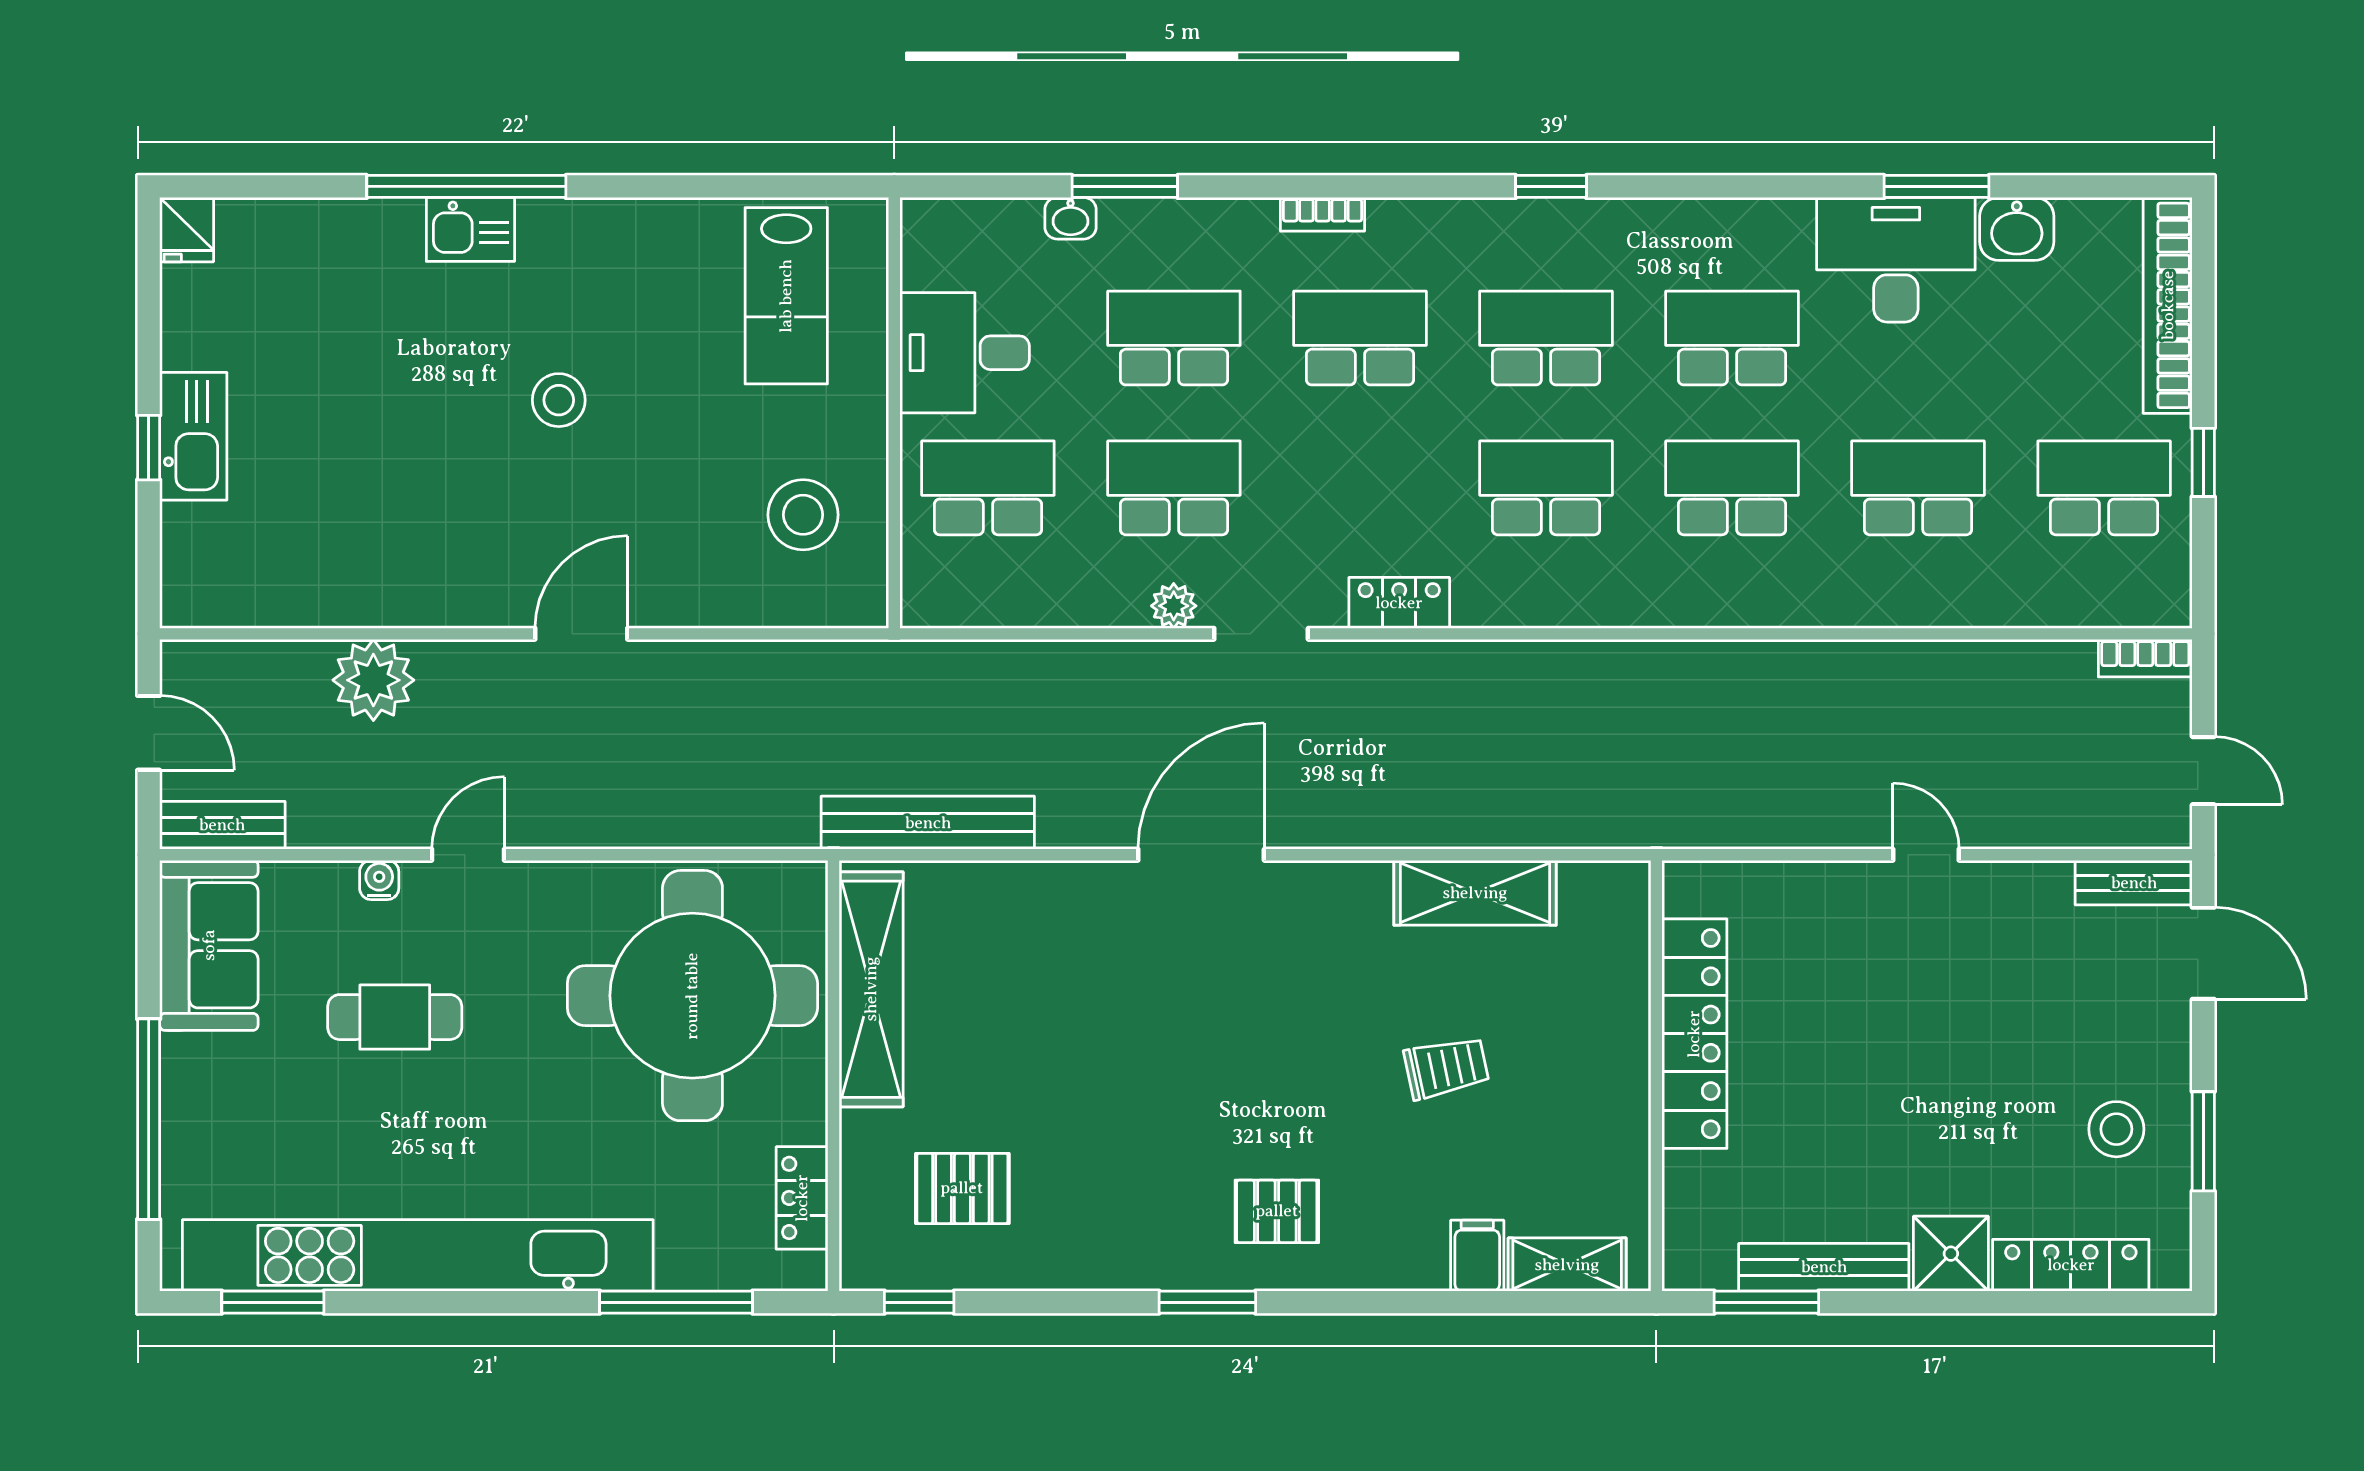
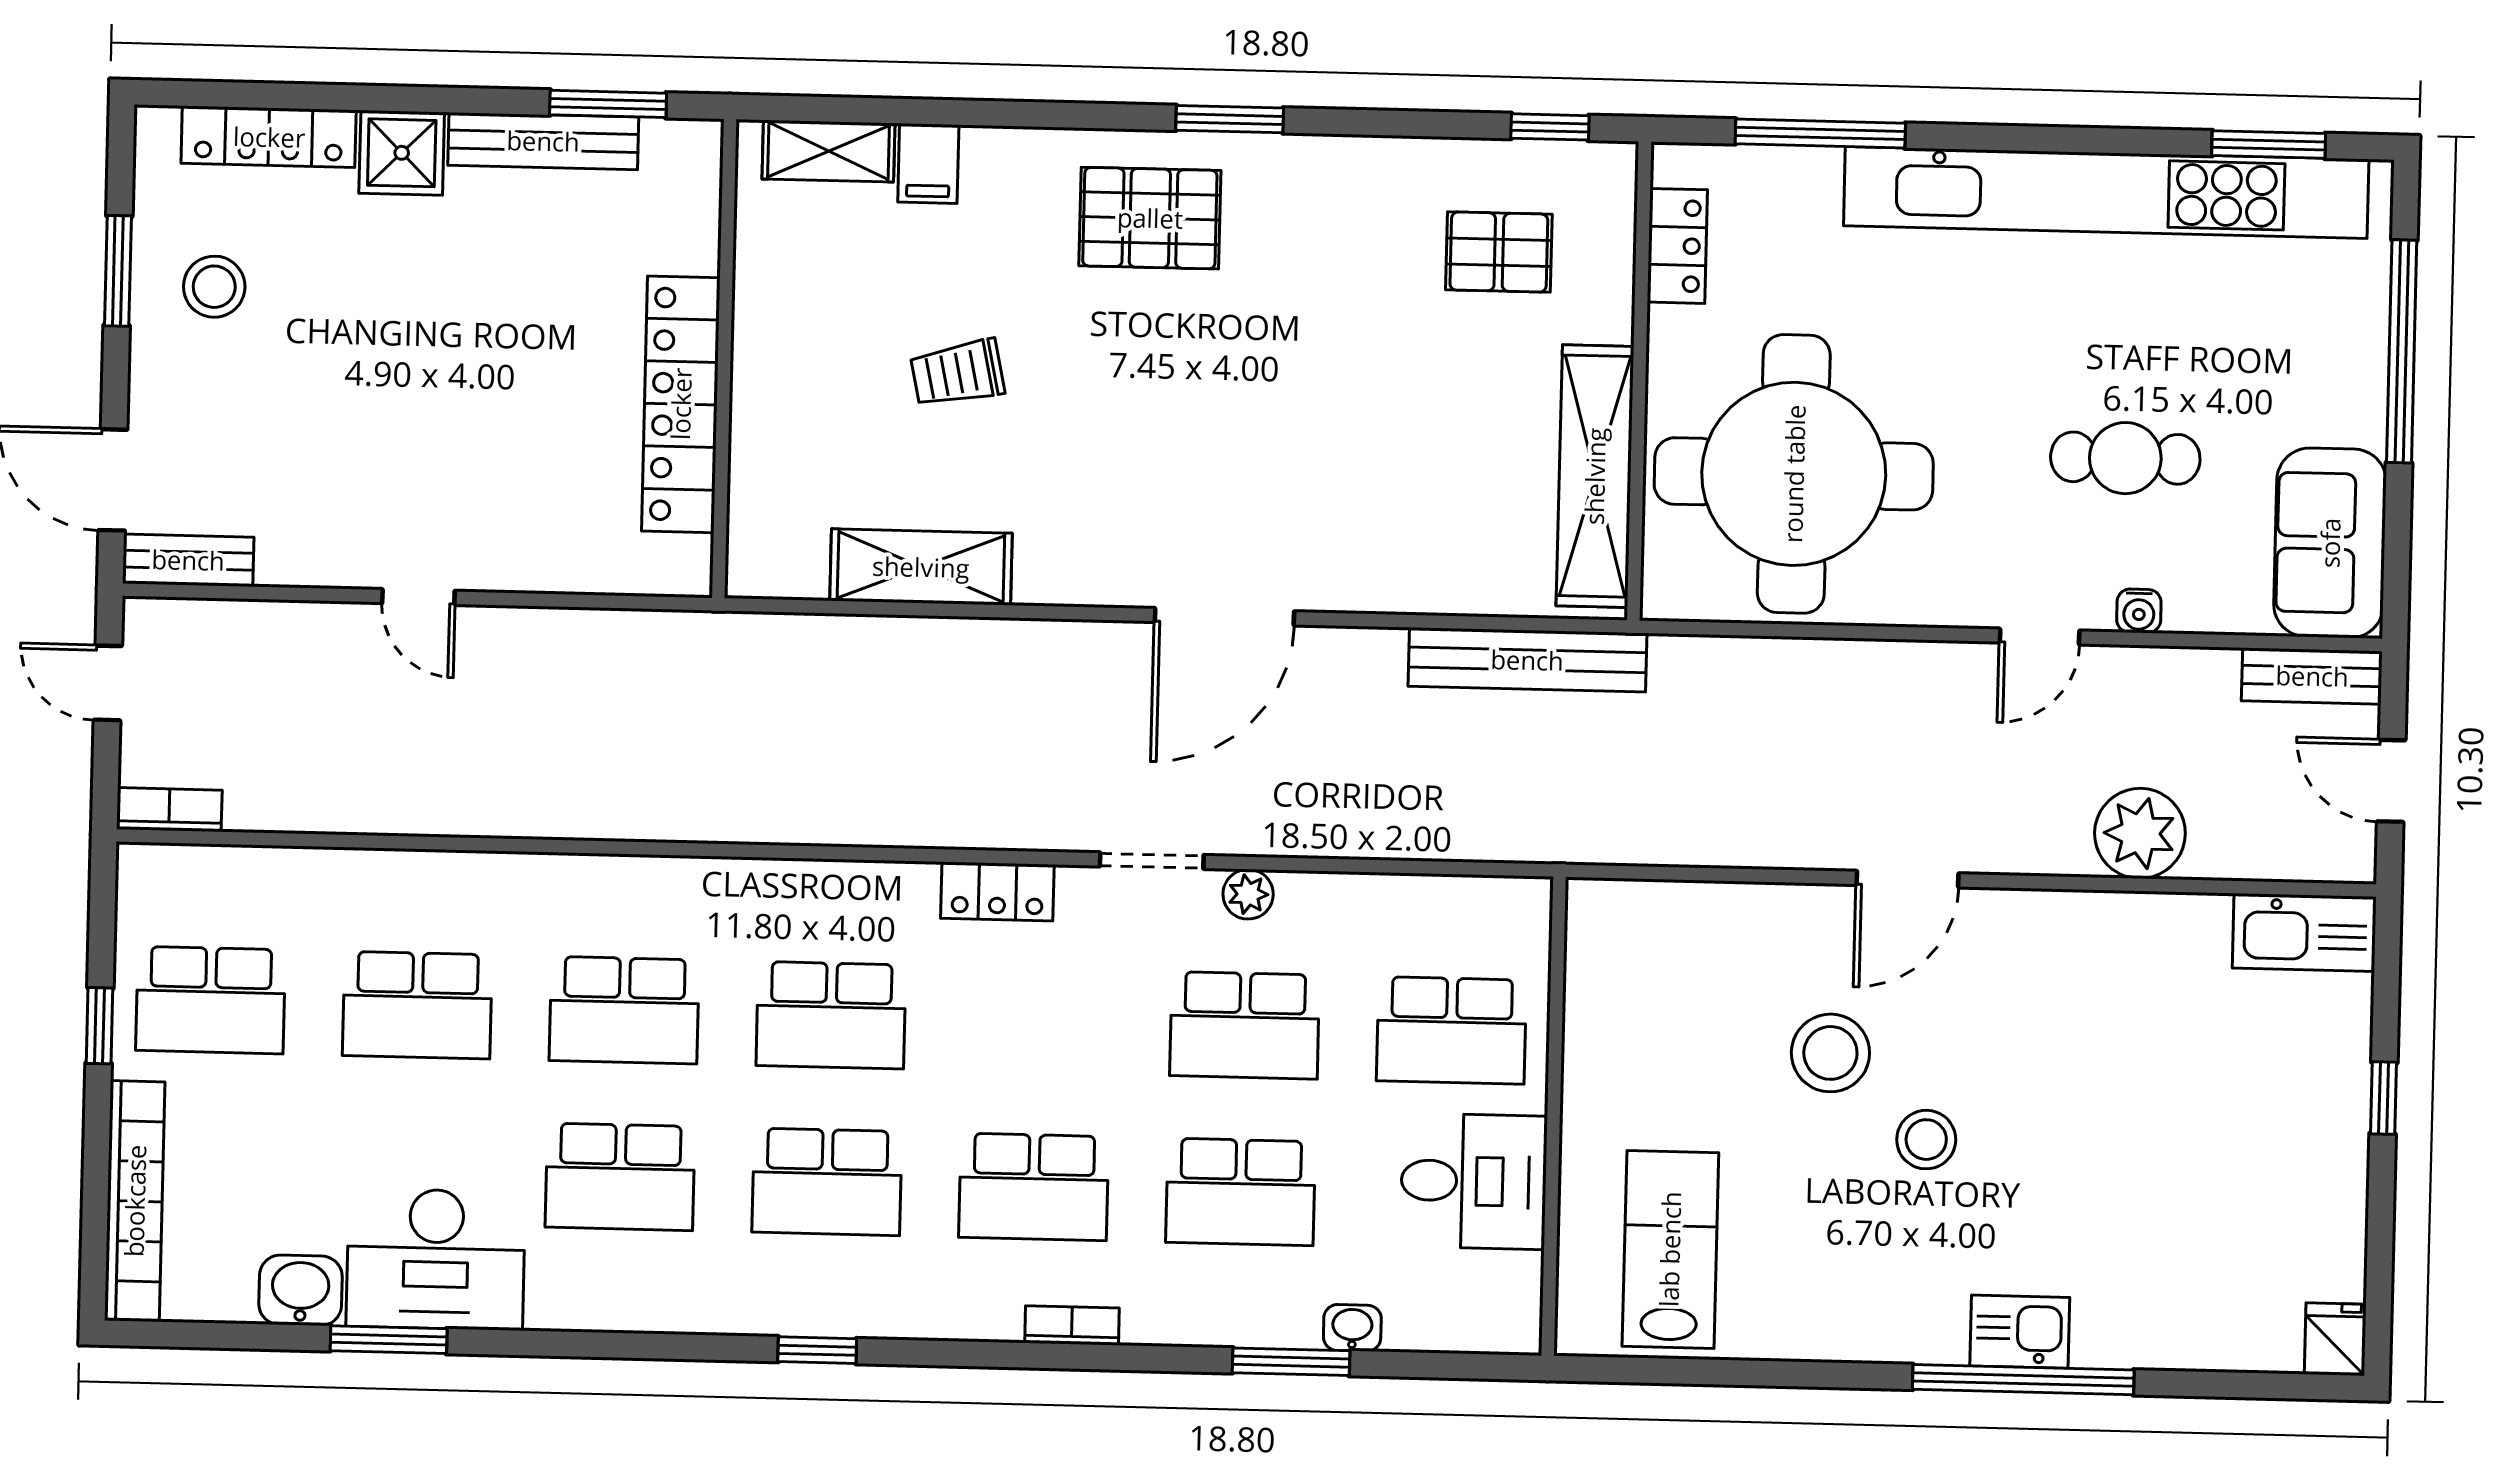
kitchen sink: (193, 436) -> (2304, 932), moved, turned -90
stool: (803, 515) -> (1830, 1053), moved
pallet: (1277, 1211) -> (1150, 218), width x1.50, depth x1.42

